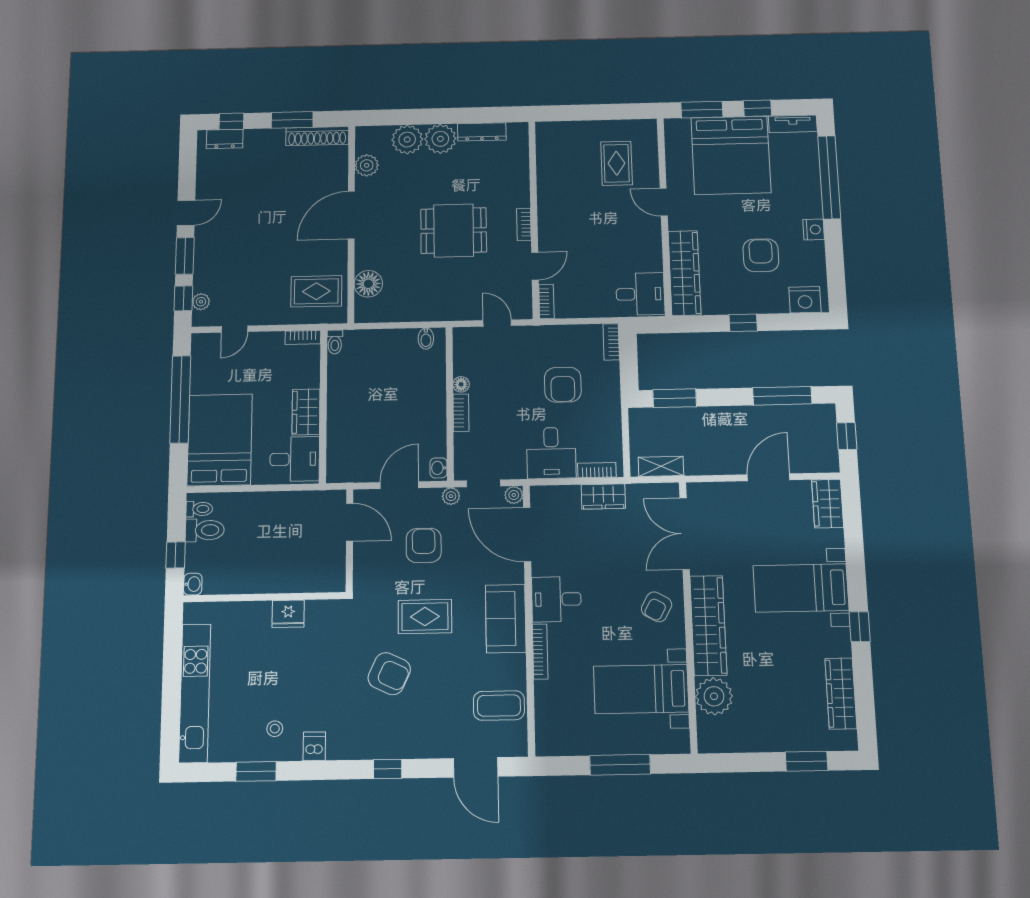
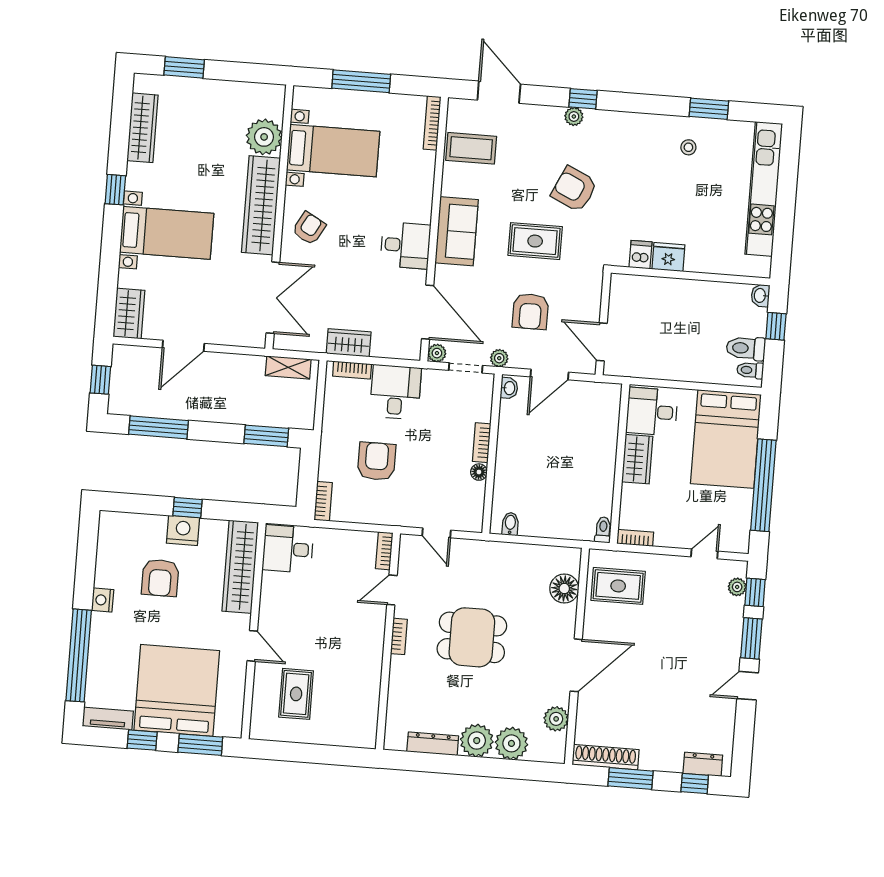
nightstand: (805, 300) -> (183, 530), moved
bookcase: (540, 652) -> (432, 123), moved
dishwasher: (314, 746) -> (641, 255), moved, turned 180
plant: (396, 749) -> (574, 116), added

